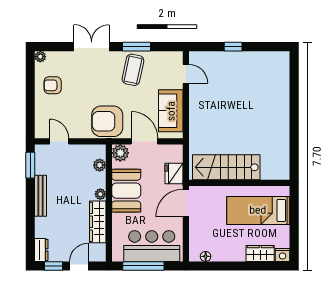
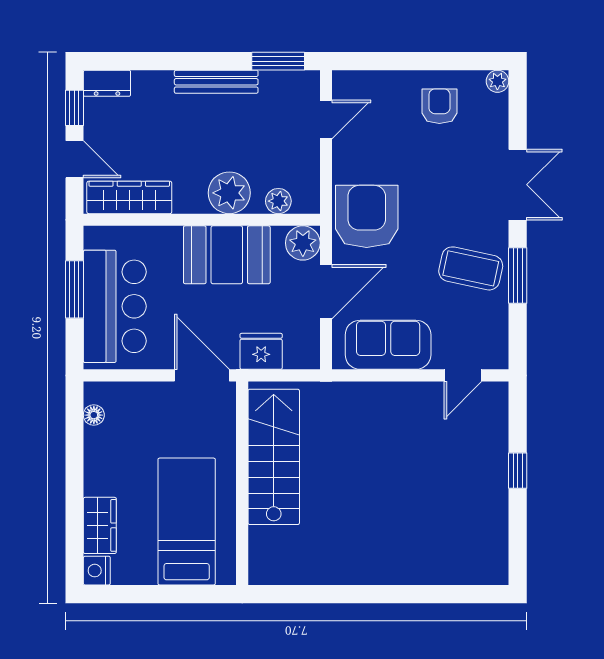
plant: (100, 194) -> (229, 193), width x1.87, depth x1.87
wardrobe: (98, 222) -> (129, 197), moved
window: (143, 266) -> (74, 289), width x0.69

